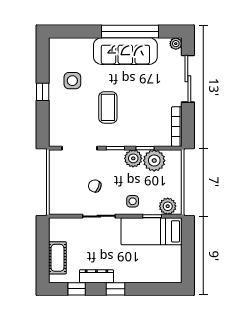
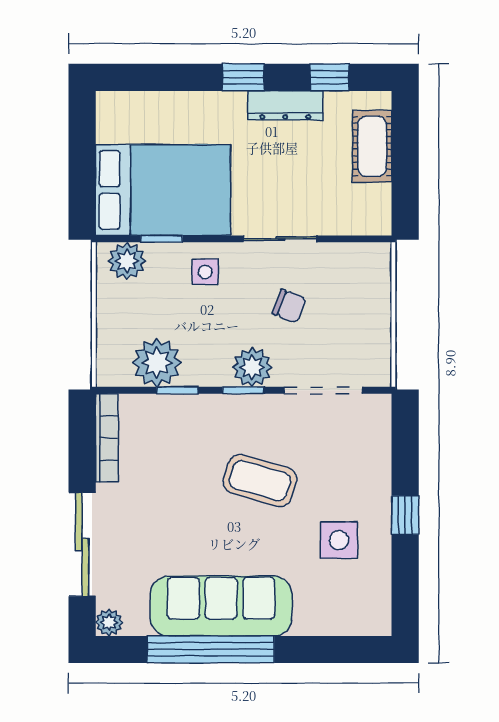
coffee table: (108, 107) -> (260, 481), turned -74
plant: (133, 158) -> (252, 367), moved
bed: (152, 231) -> (163, 190), width x1.50

